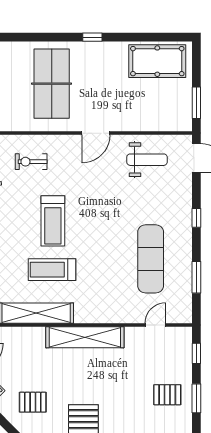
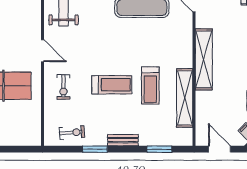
exercise bike: (31, 162) -> (63, 87), moved

